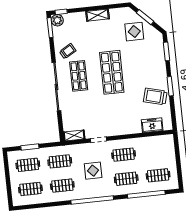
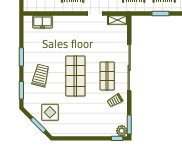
shelving: (98, 15) -> (83, 132), removed
trolley: (155, 96) -> (41, 76), moved, turned -91

